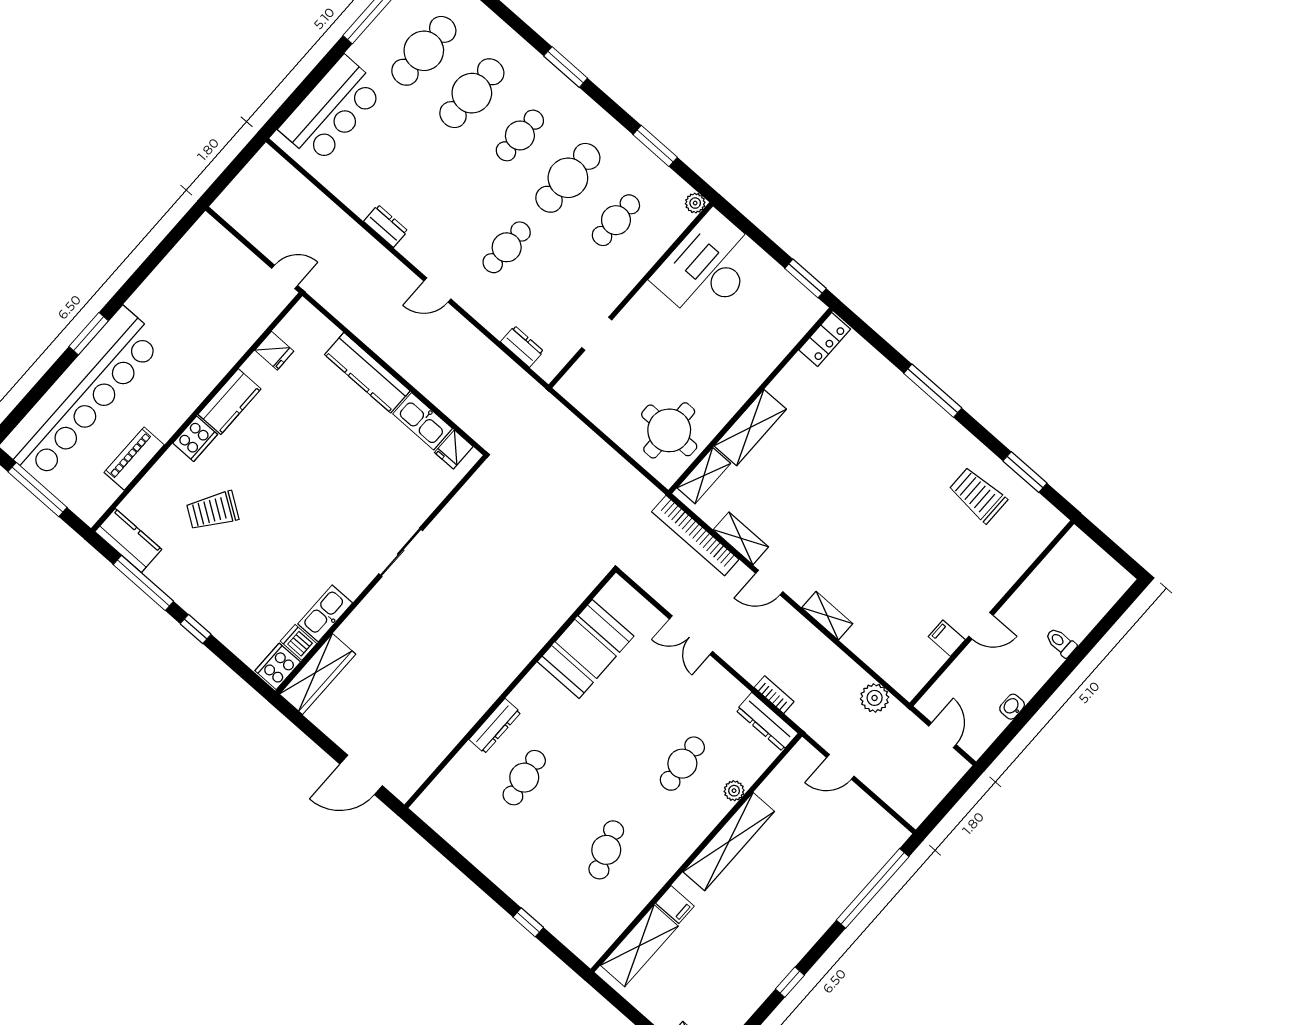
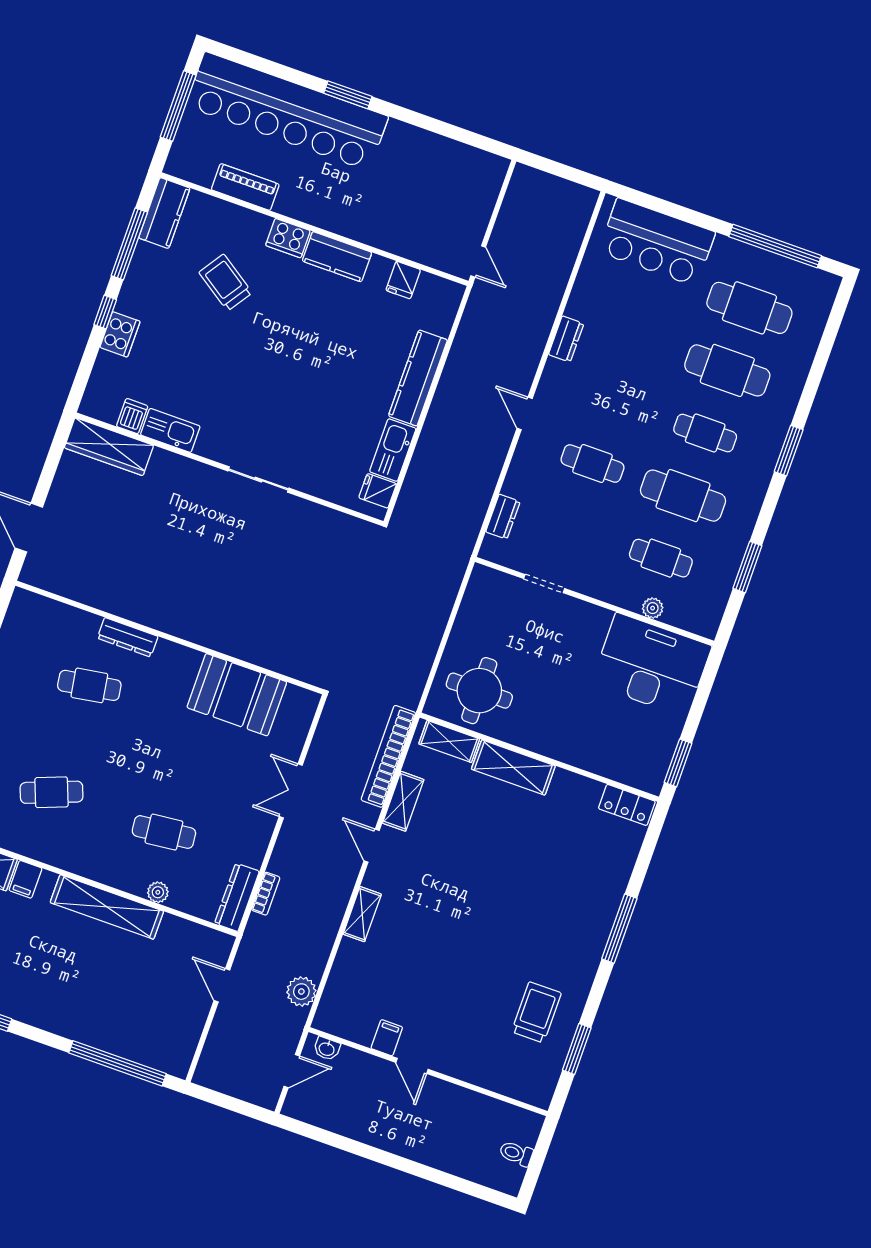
plant: (695, 203) -> (653, 608), moved
toilet: (1061, 642) -> (516, 1153), moved, turned -90
cooker: (278, 666) -> (120, 334), moved, turned 90
washbasin: (1012, 707) -> (327, 1049), moved, turned 180

